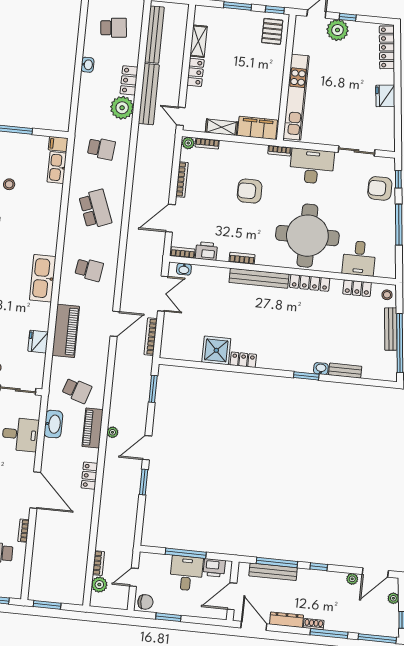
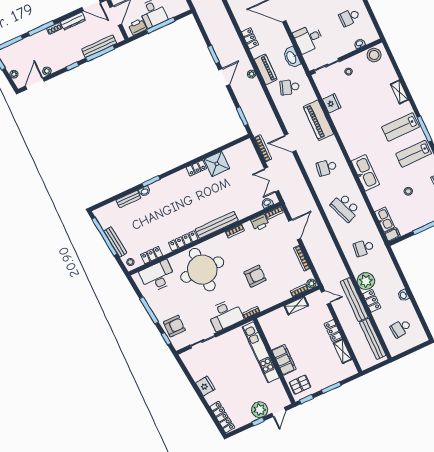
pallet: (272, 31) -> (300, 385), turned 90
filing cabinet: (257, 128) -> (284, 360), moved, turned -90
desk: (359, 258) -> (158, 276), width x1.37
kitchen sink: (43, 278) -> (365, 173), moved
door: (115, 324) -> (290, 143), hinge flipped

